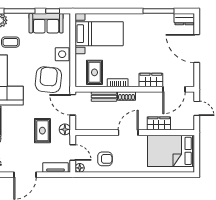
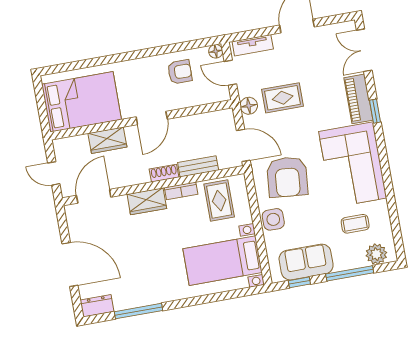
wardrobe: (151, 80) -> (147, 201), moved
rug: (42, 131) -> (283, 98), turned 90
armchair: (105, 159) -> (180, 72), turned 180

